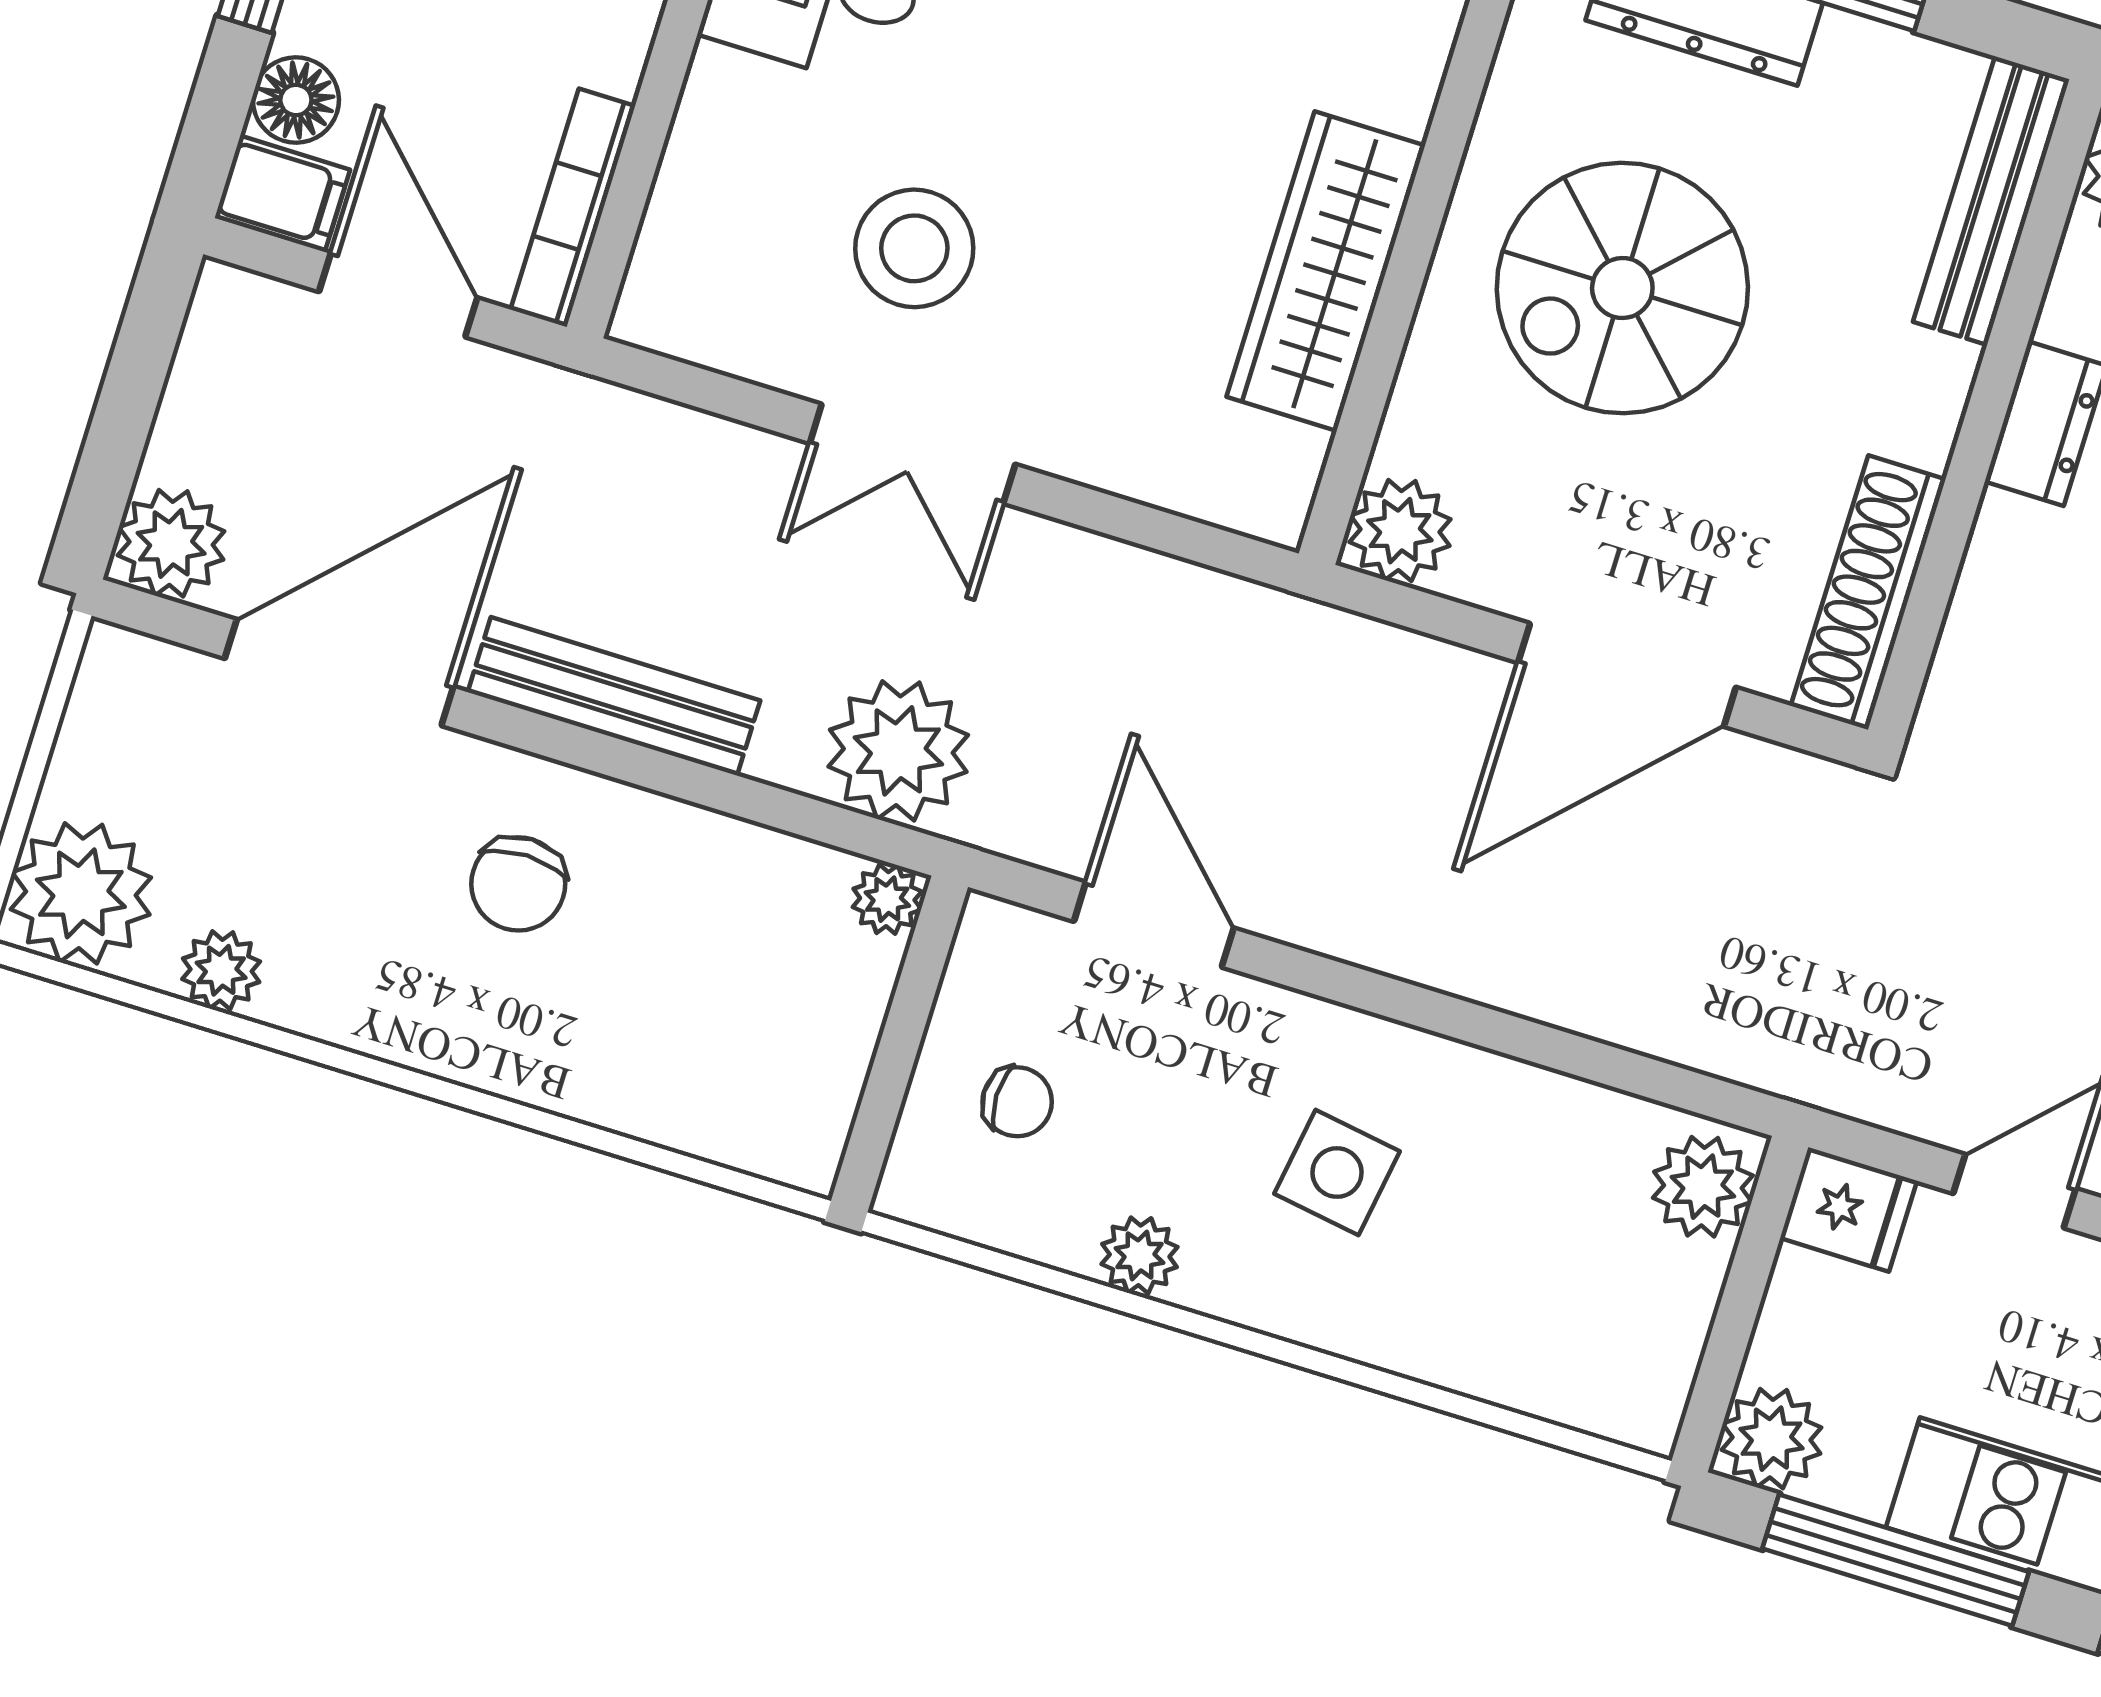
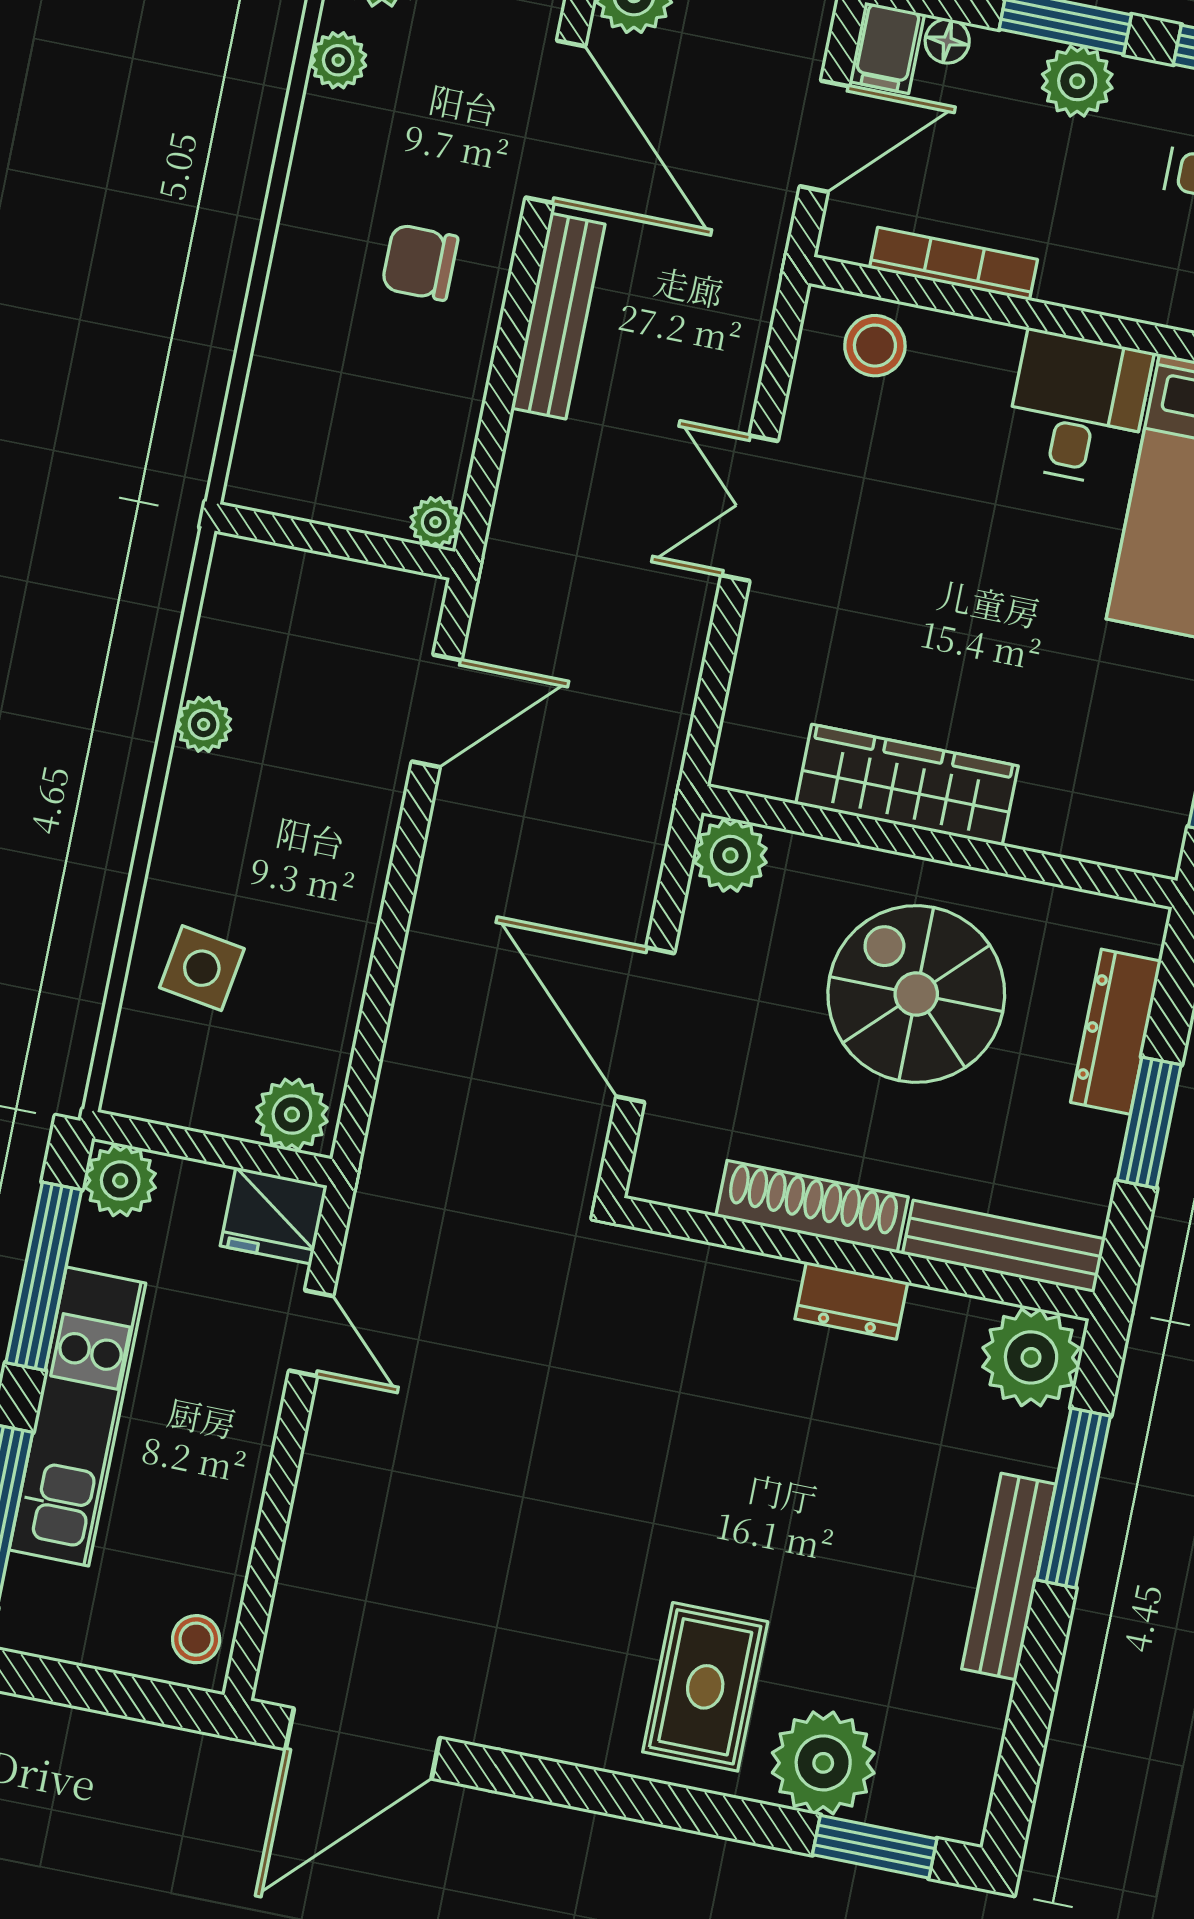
floor lamp: (296, 100) -> (947, 41), width x0.73, depth x0.73
bookcase: (573, 208) -> (954, 264), moved
stool: (914, 248) -> (875, 346), moved, width x0.73, depth x0.73
shoe rack: (1868, 593) -> (812, 1207), moved
plant: (898, 751) -> (540, 519), removed
chair: (1017, 1102) -> (303, 628), removed
side table: (1337, 1173) -> (202, 968), moved
fridge: (1849, 1209) -> (274, 1216), width x1.38

